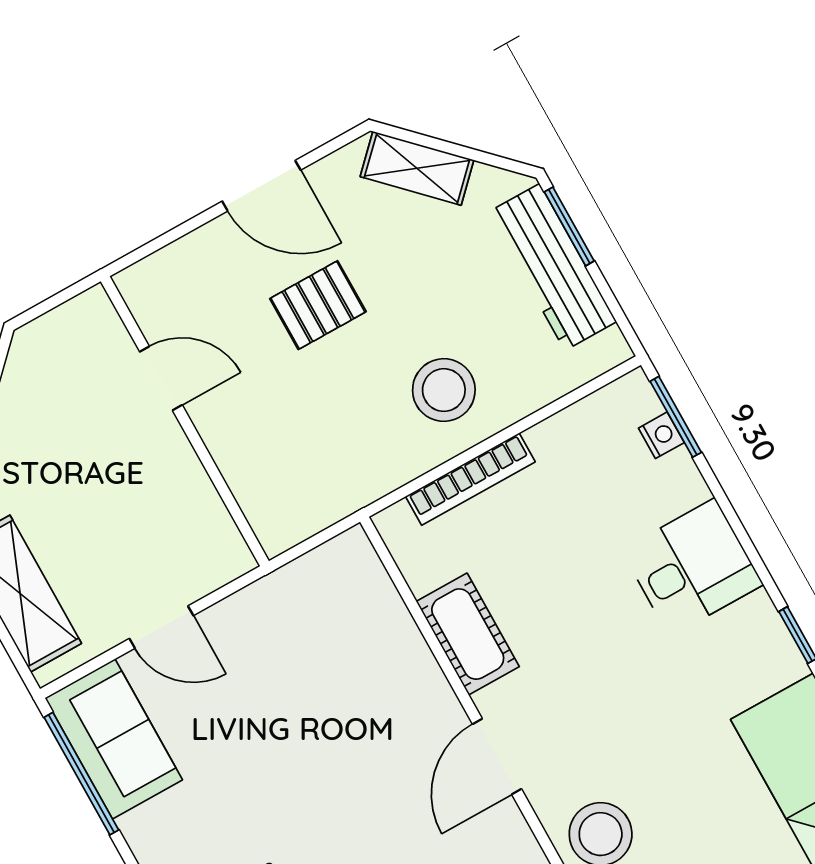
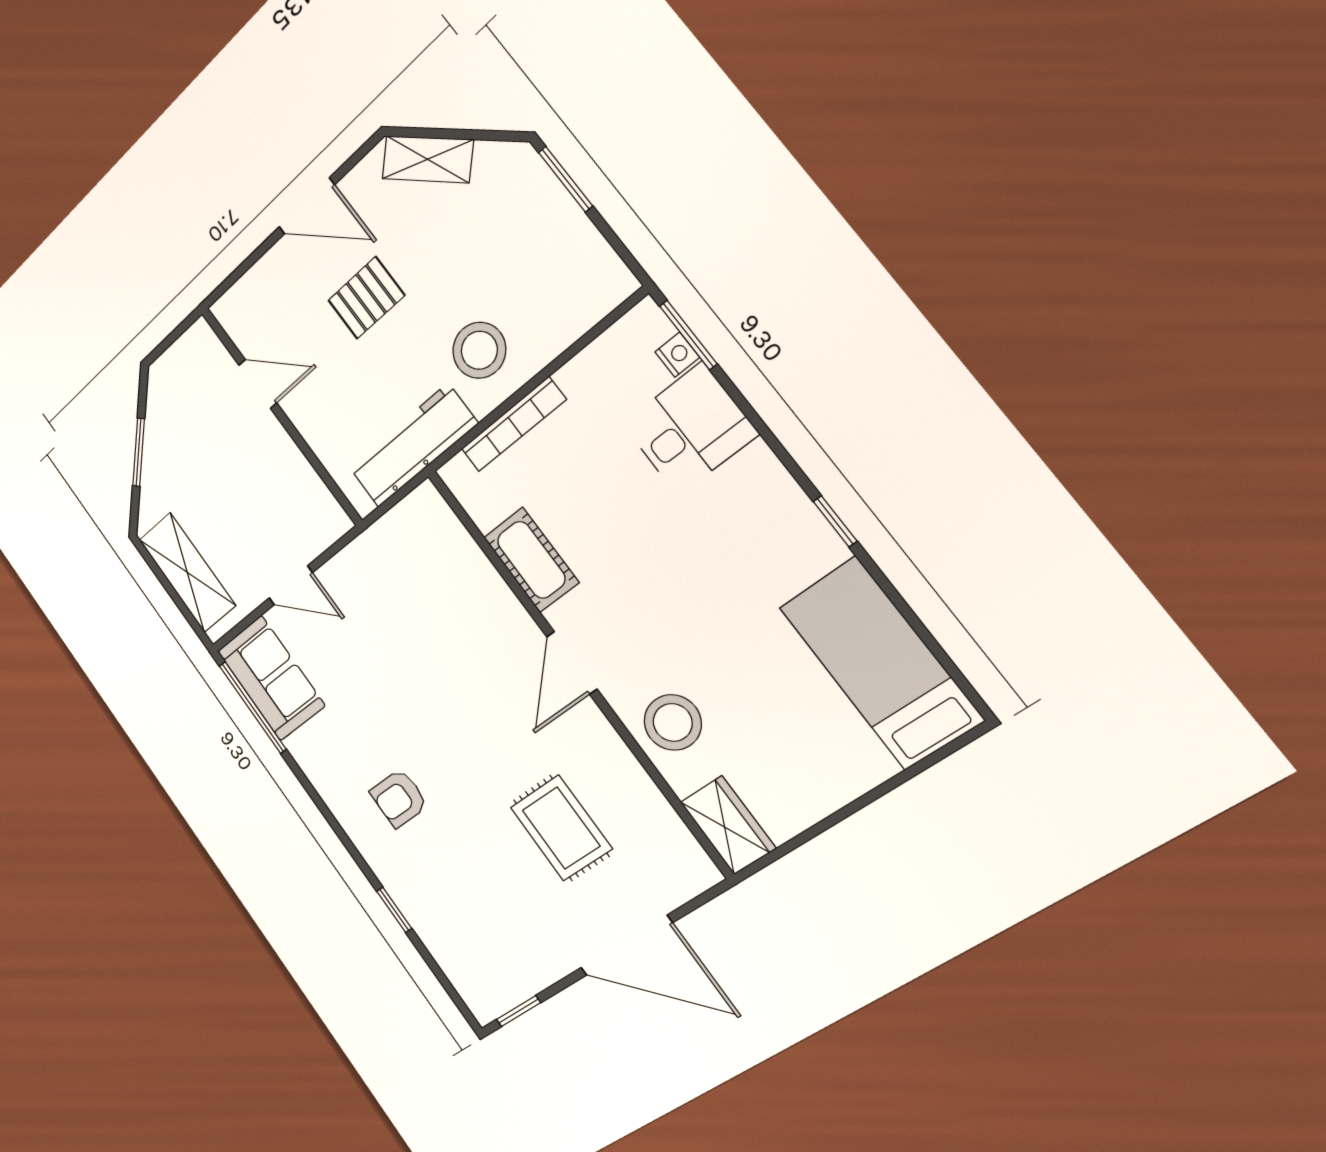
workbench: (552, 267) -> (413, 446), moved, turned 90
desk: (692, 567) -> (690, 429), moved

